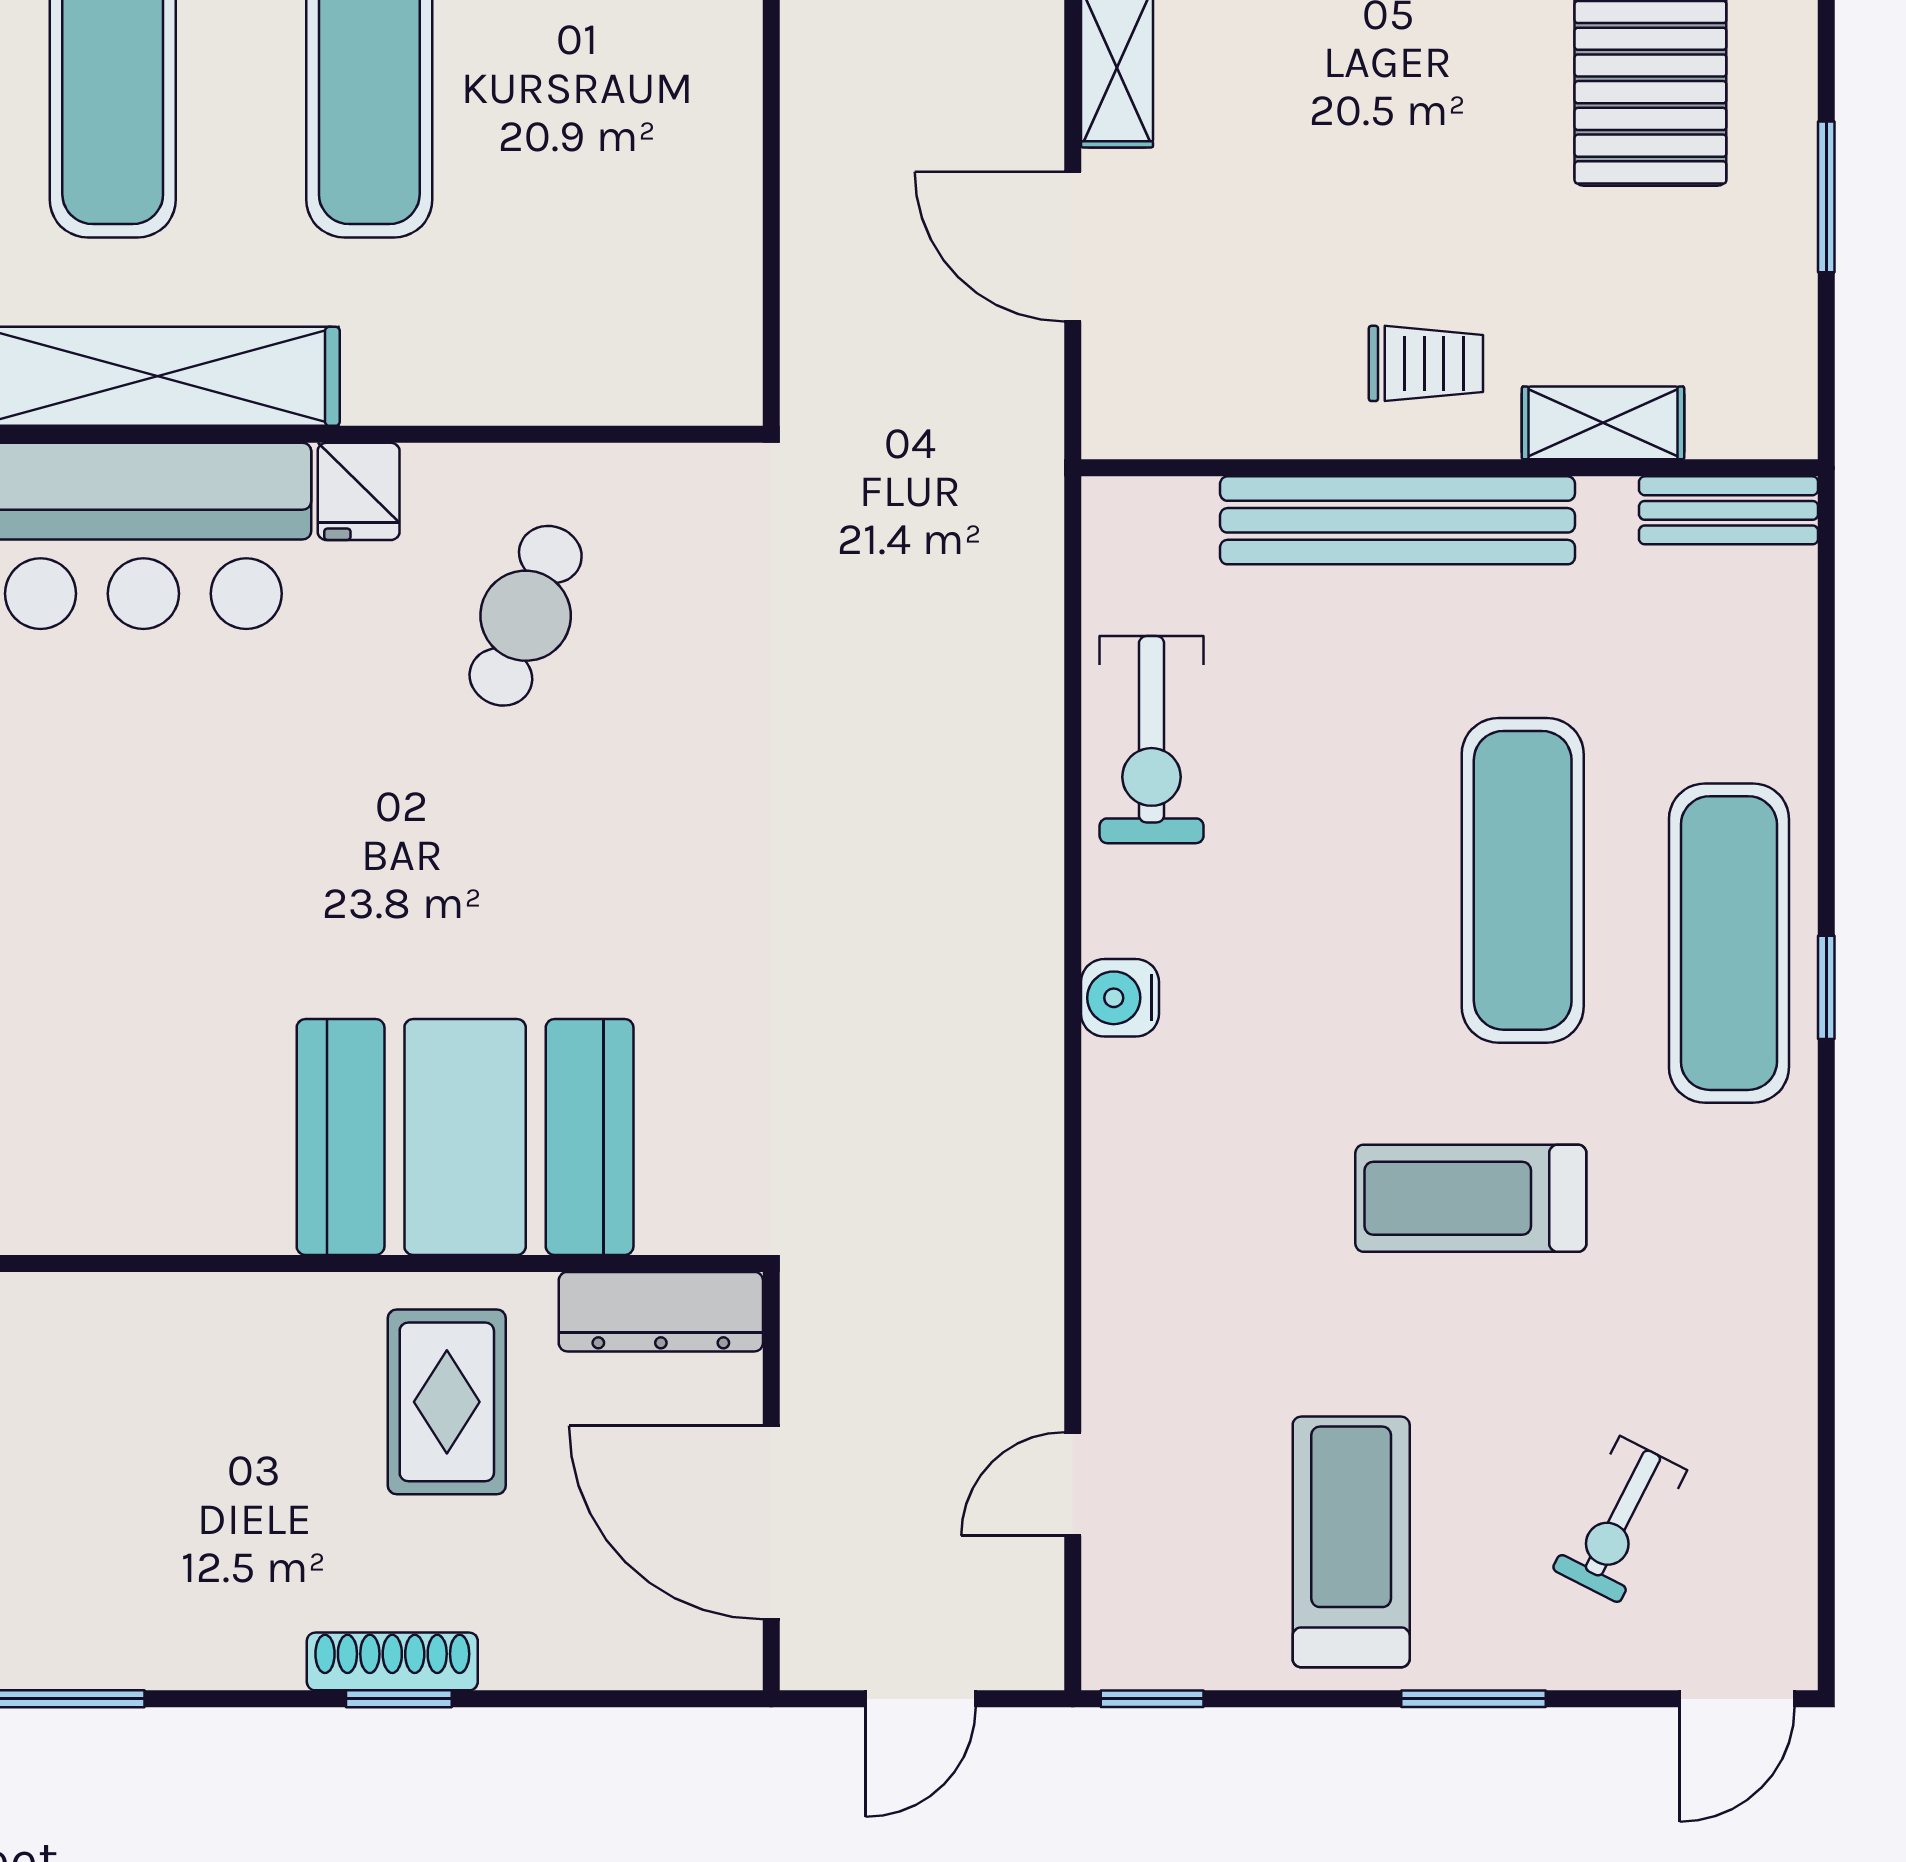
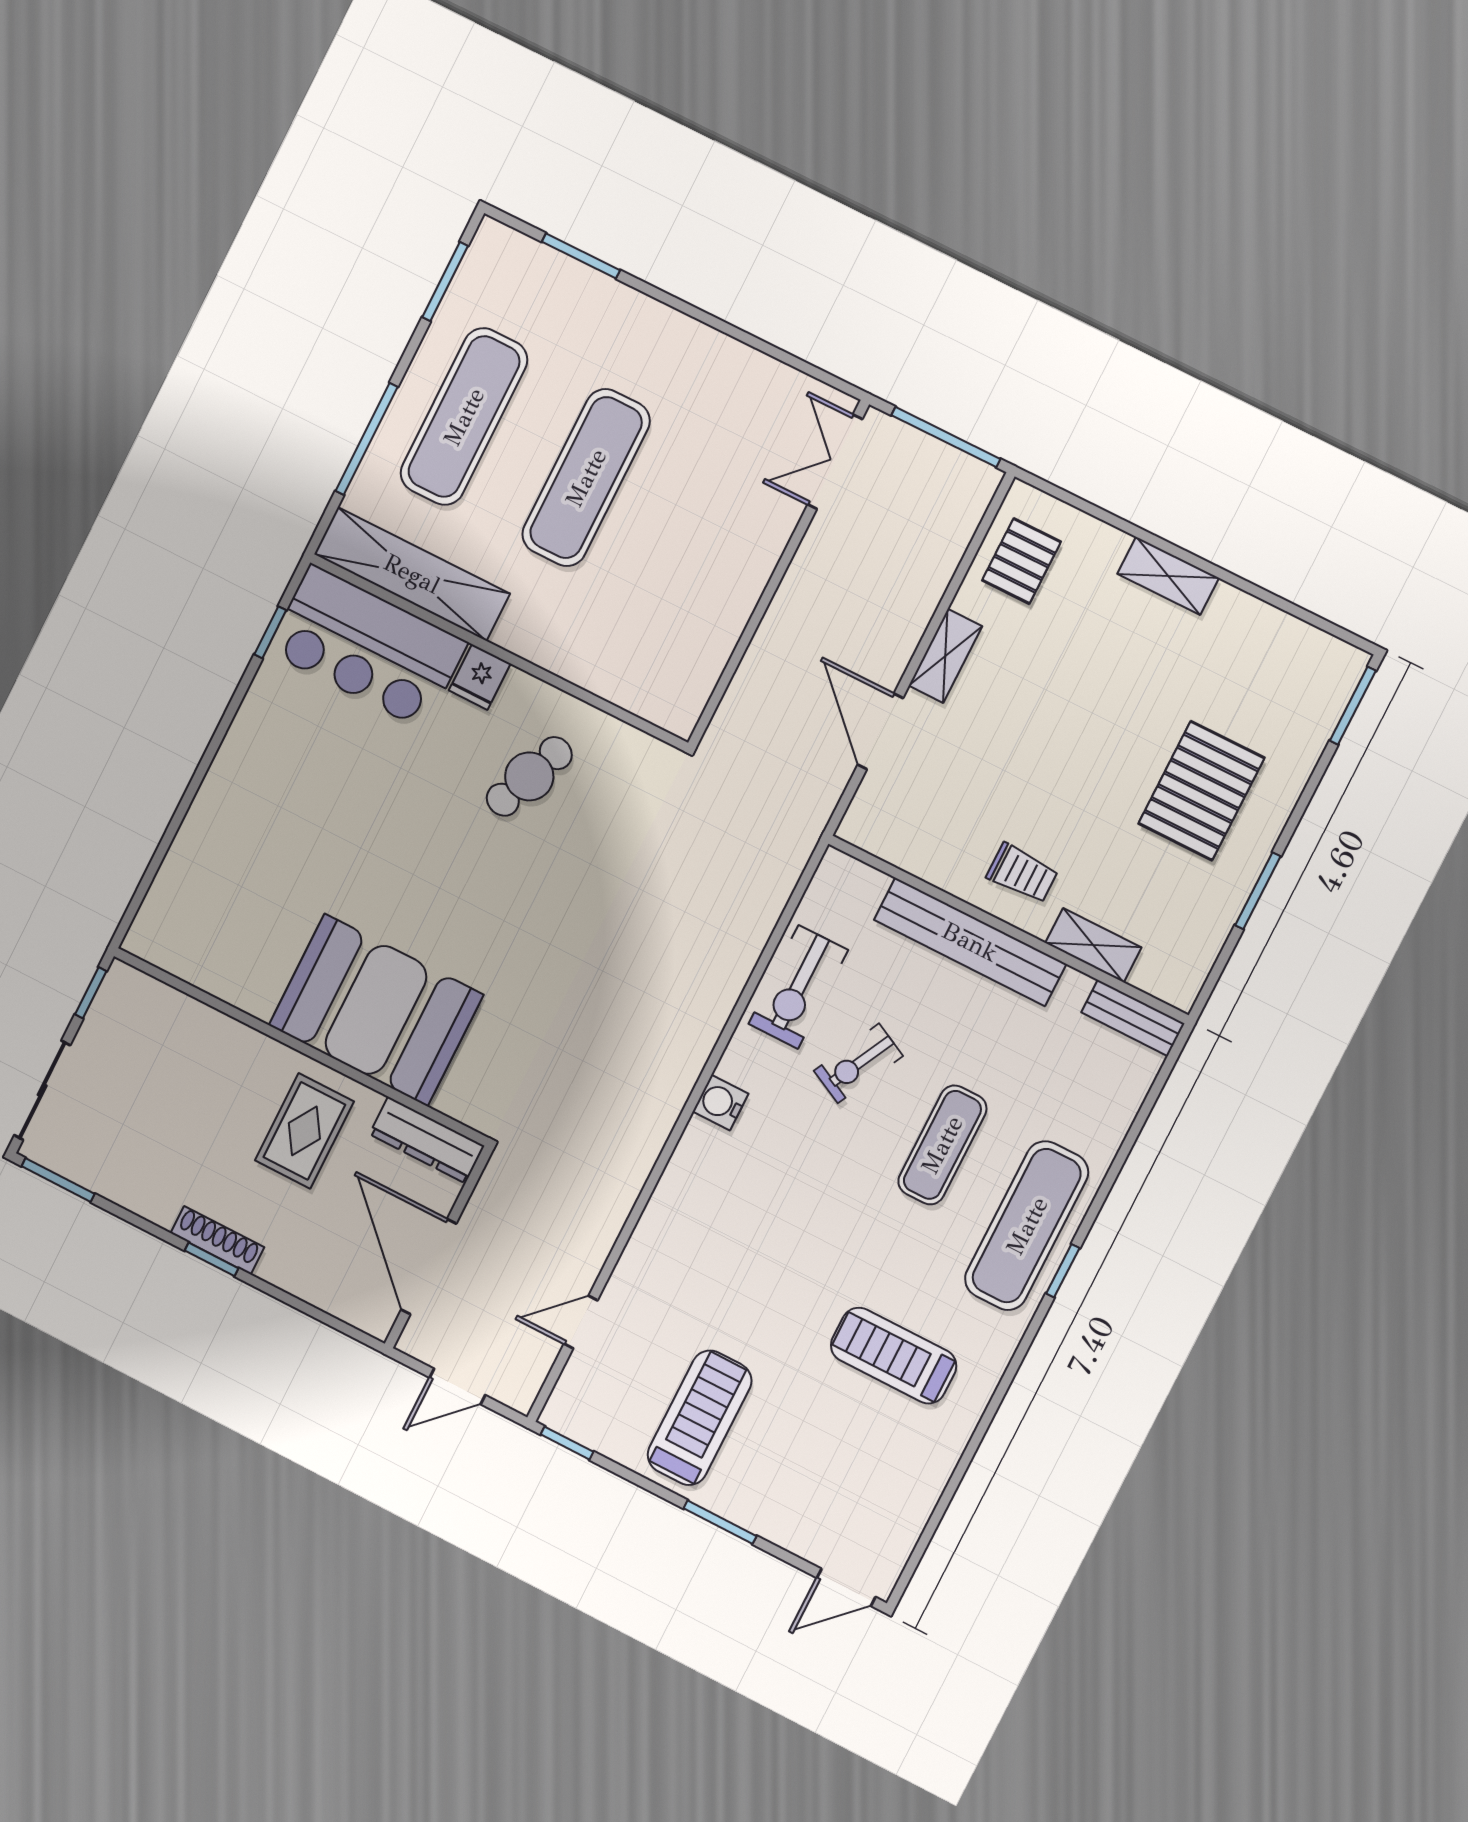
exercise mat: (1523, 880) -> (942, 1145), width x0.73, depth x0.69
treadmill: (1471, 1198) -> (894, 1356), moved
exercise bike: (1619, 1520) -> (858, 1063), moved

